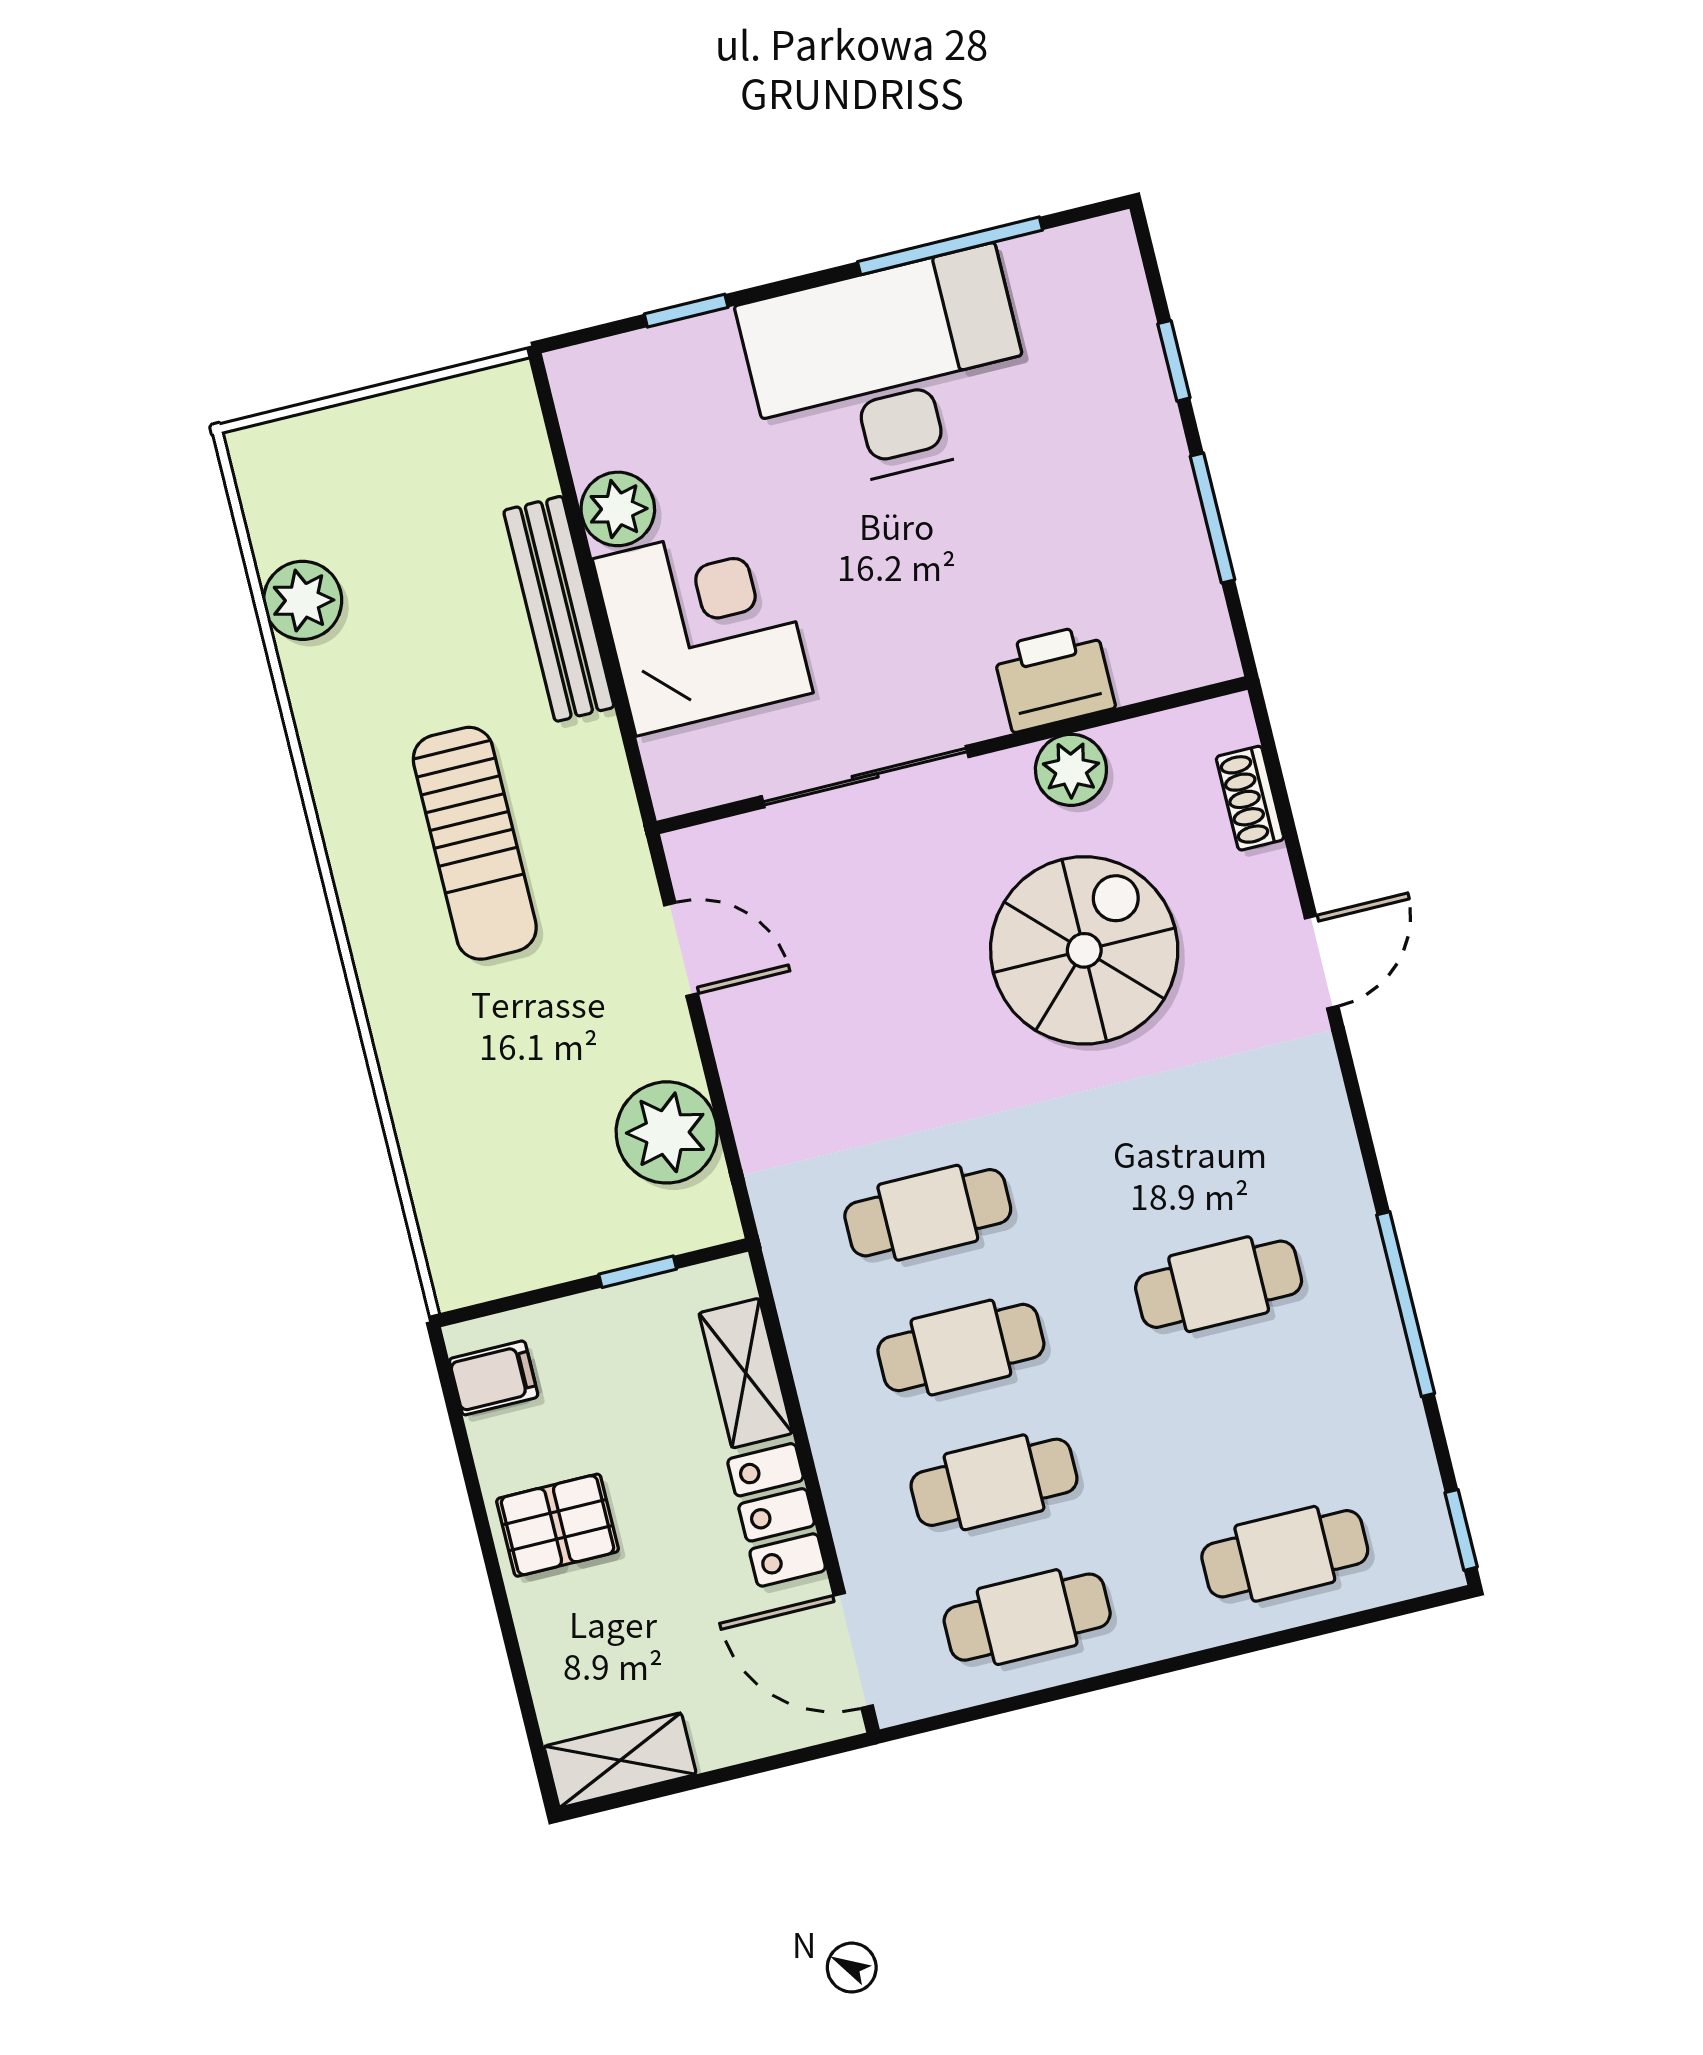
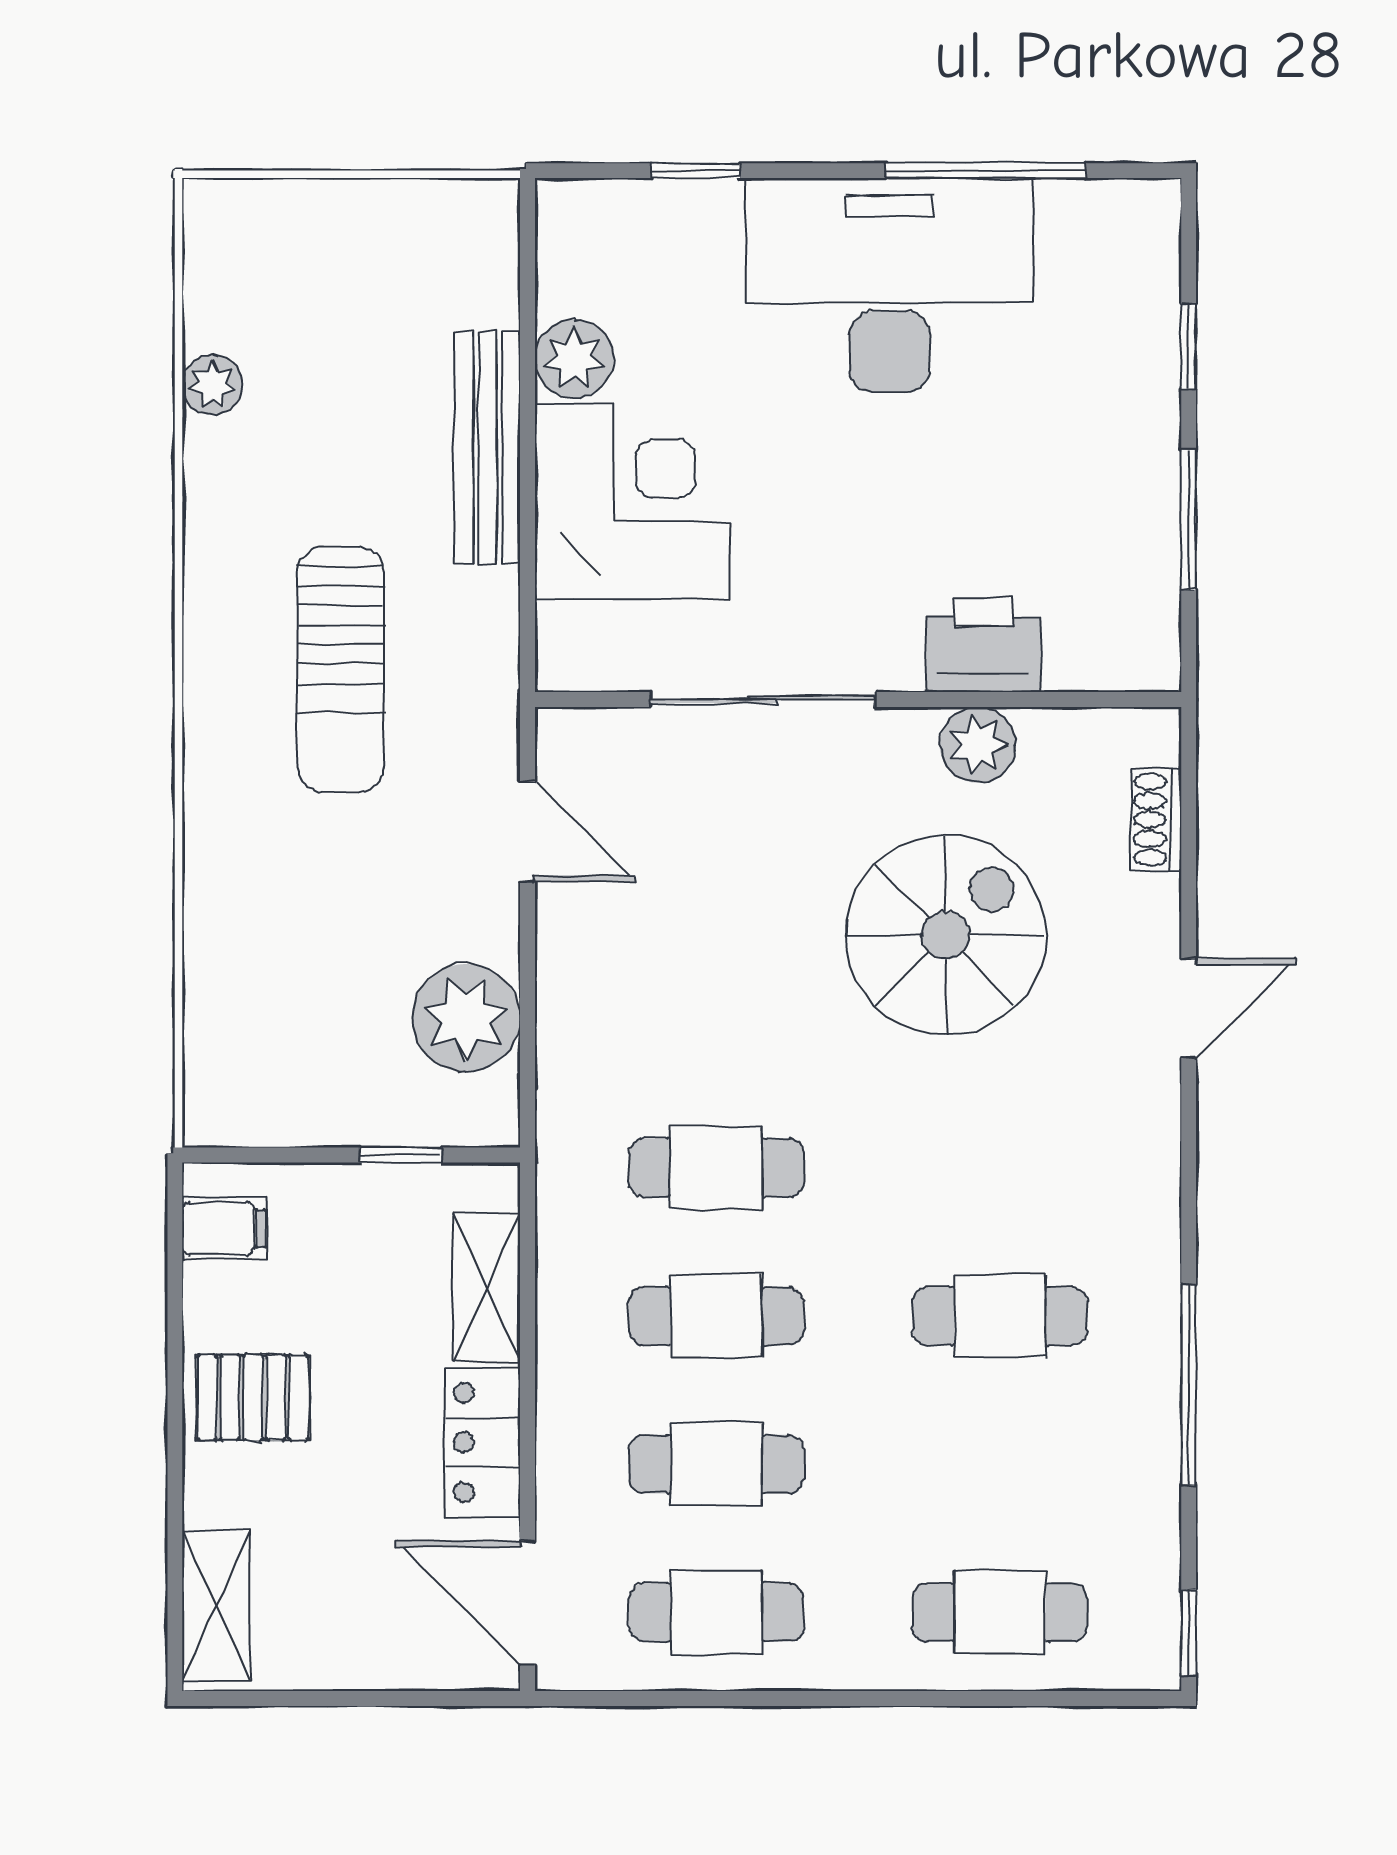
plant: (303, 600) -> (213, 385), width x0.73, depth x0.73
shelving: (620, 1760) -> (216, 1606), moved, turned 90

